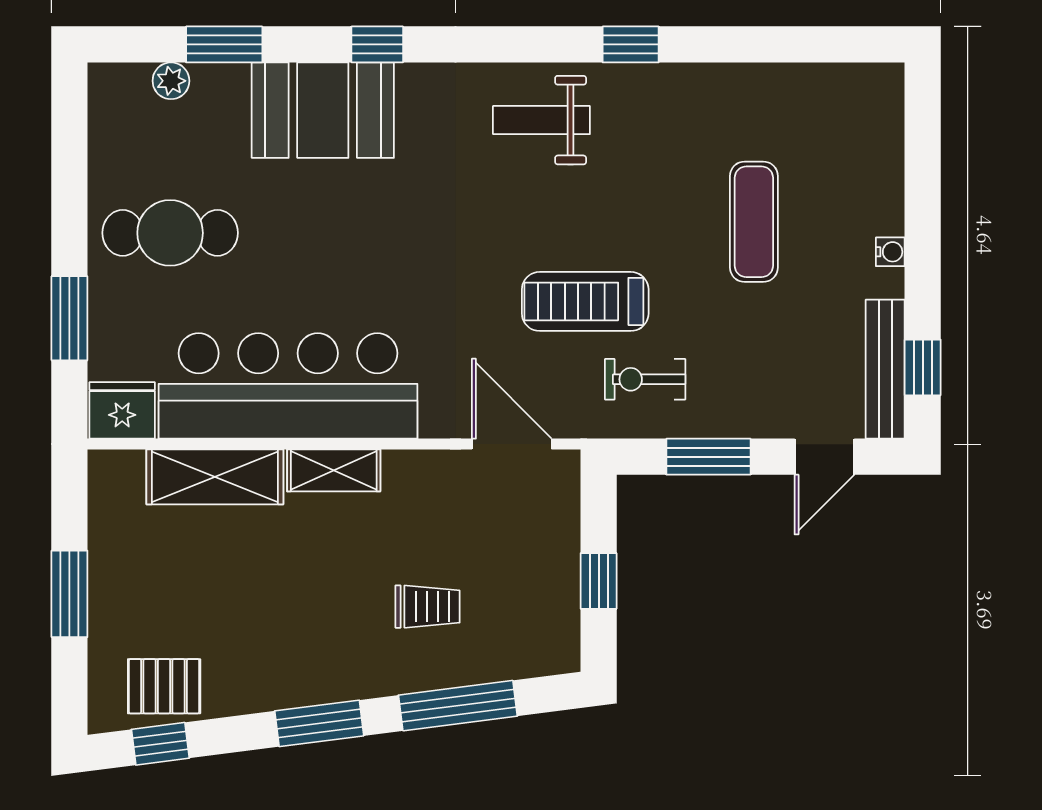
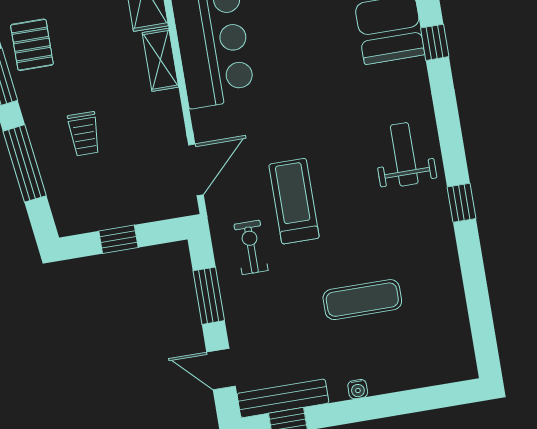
pallet: (278, 664) -> (32, 45), added

